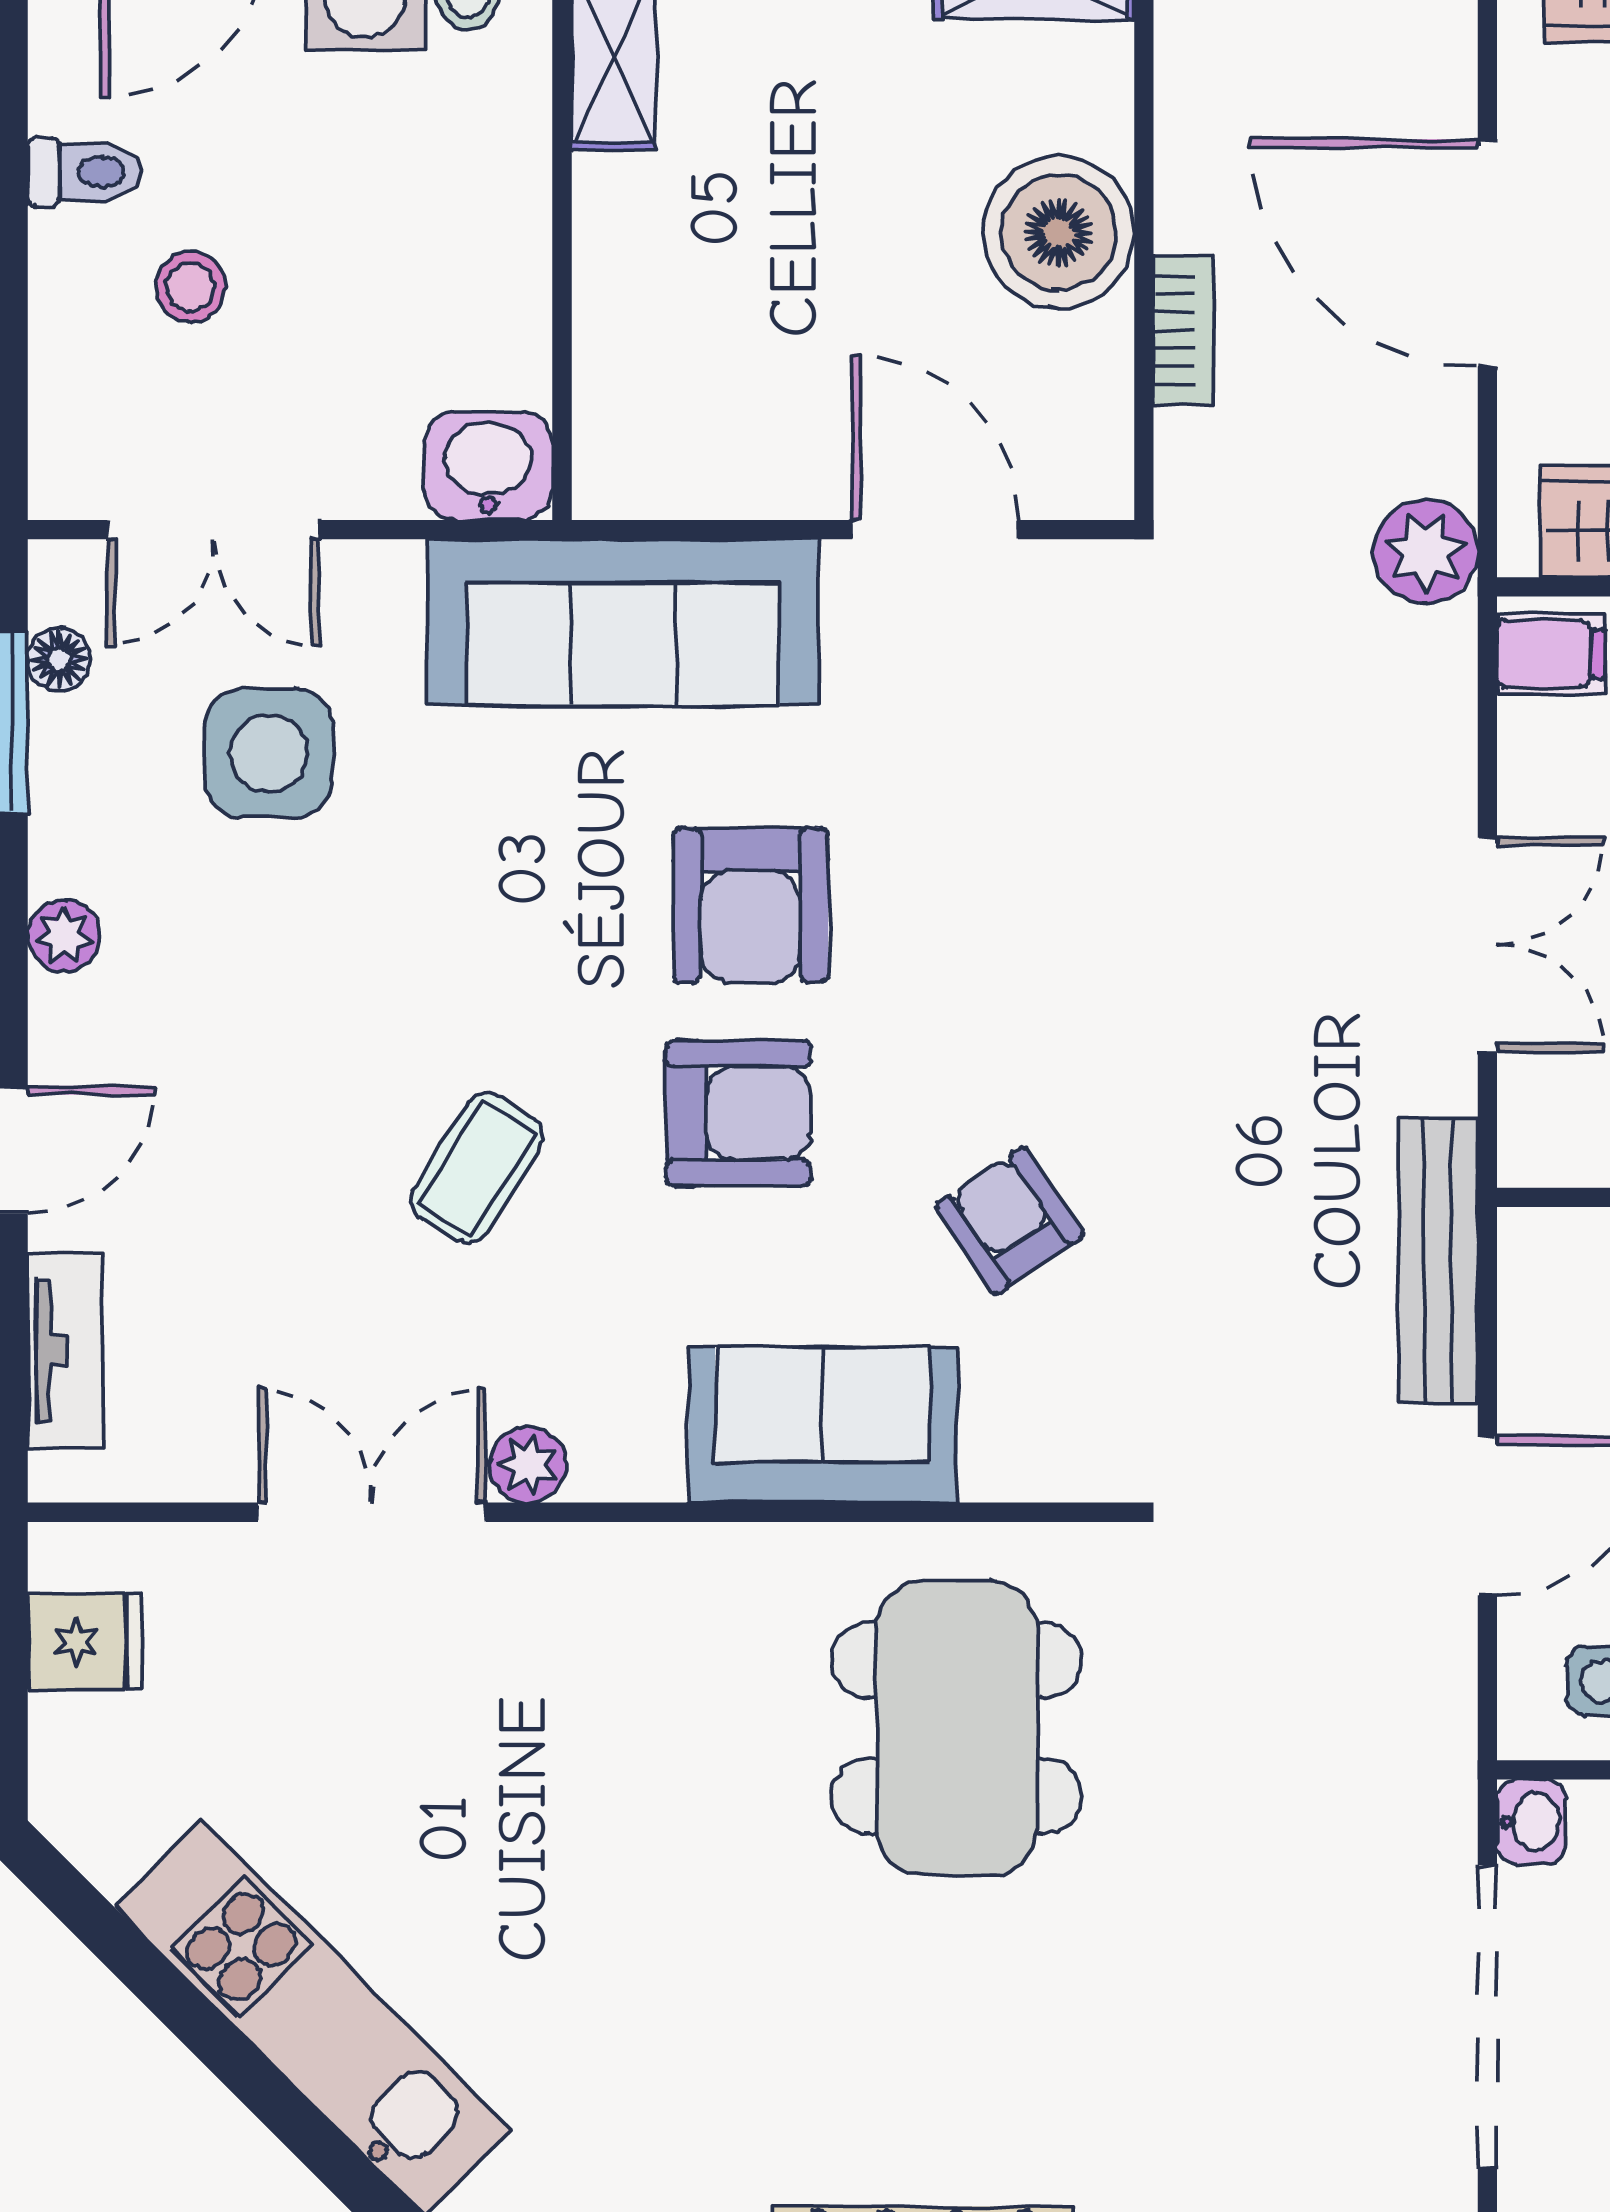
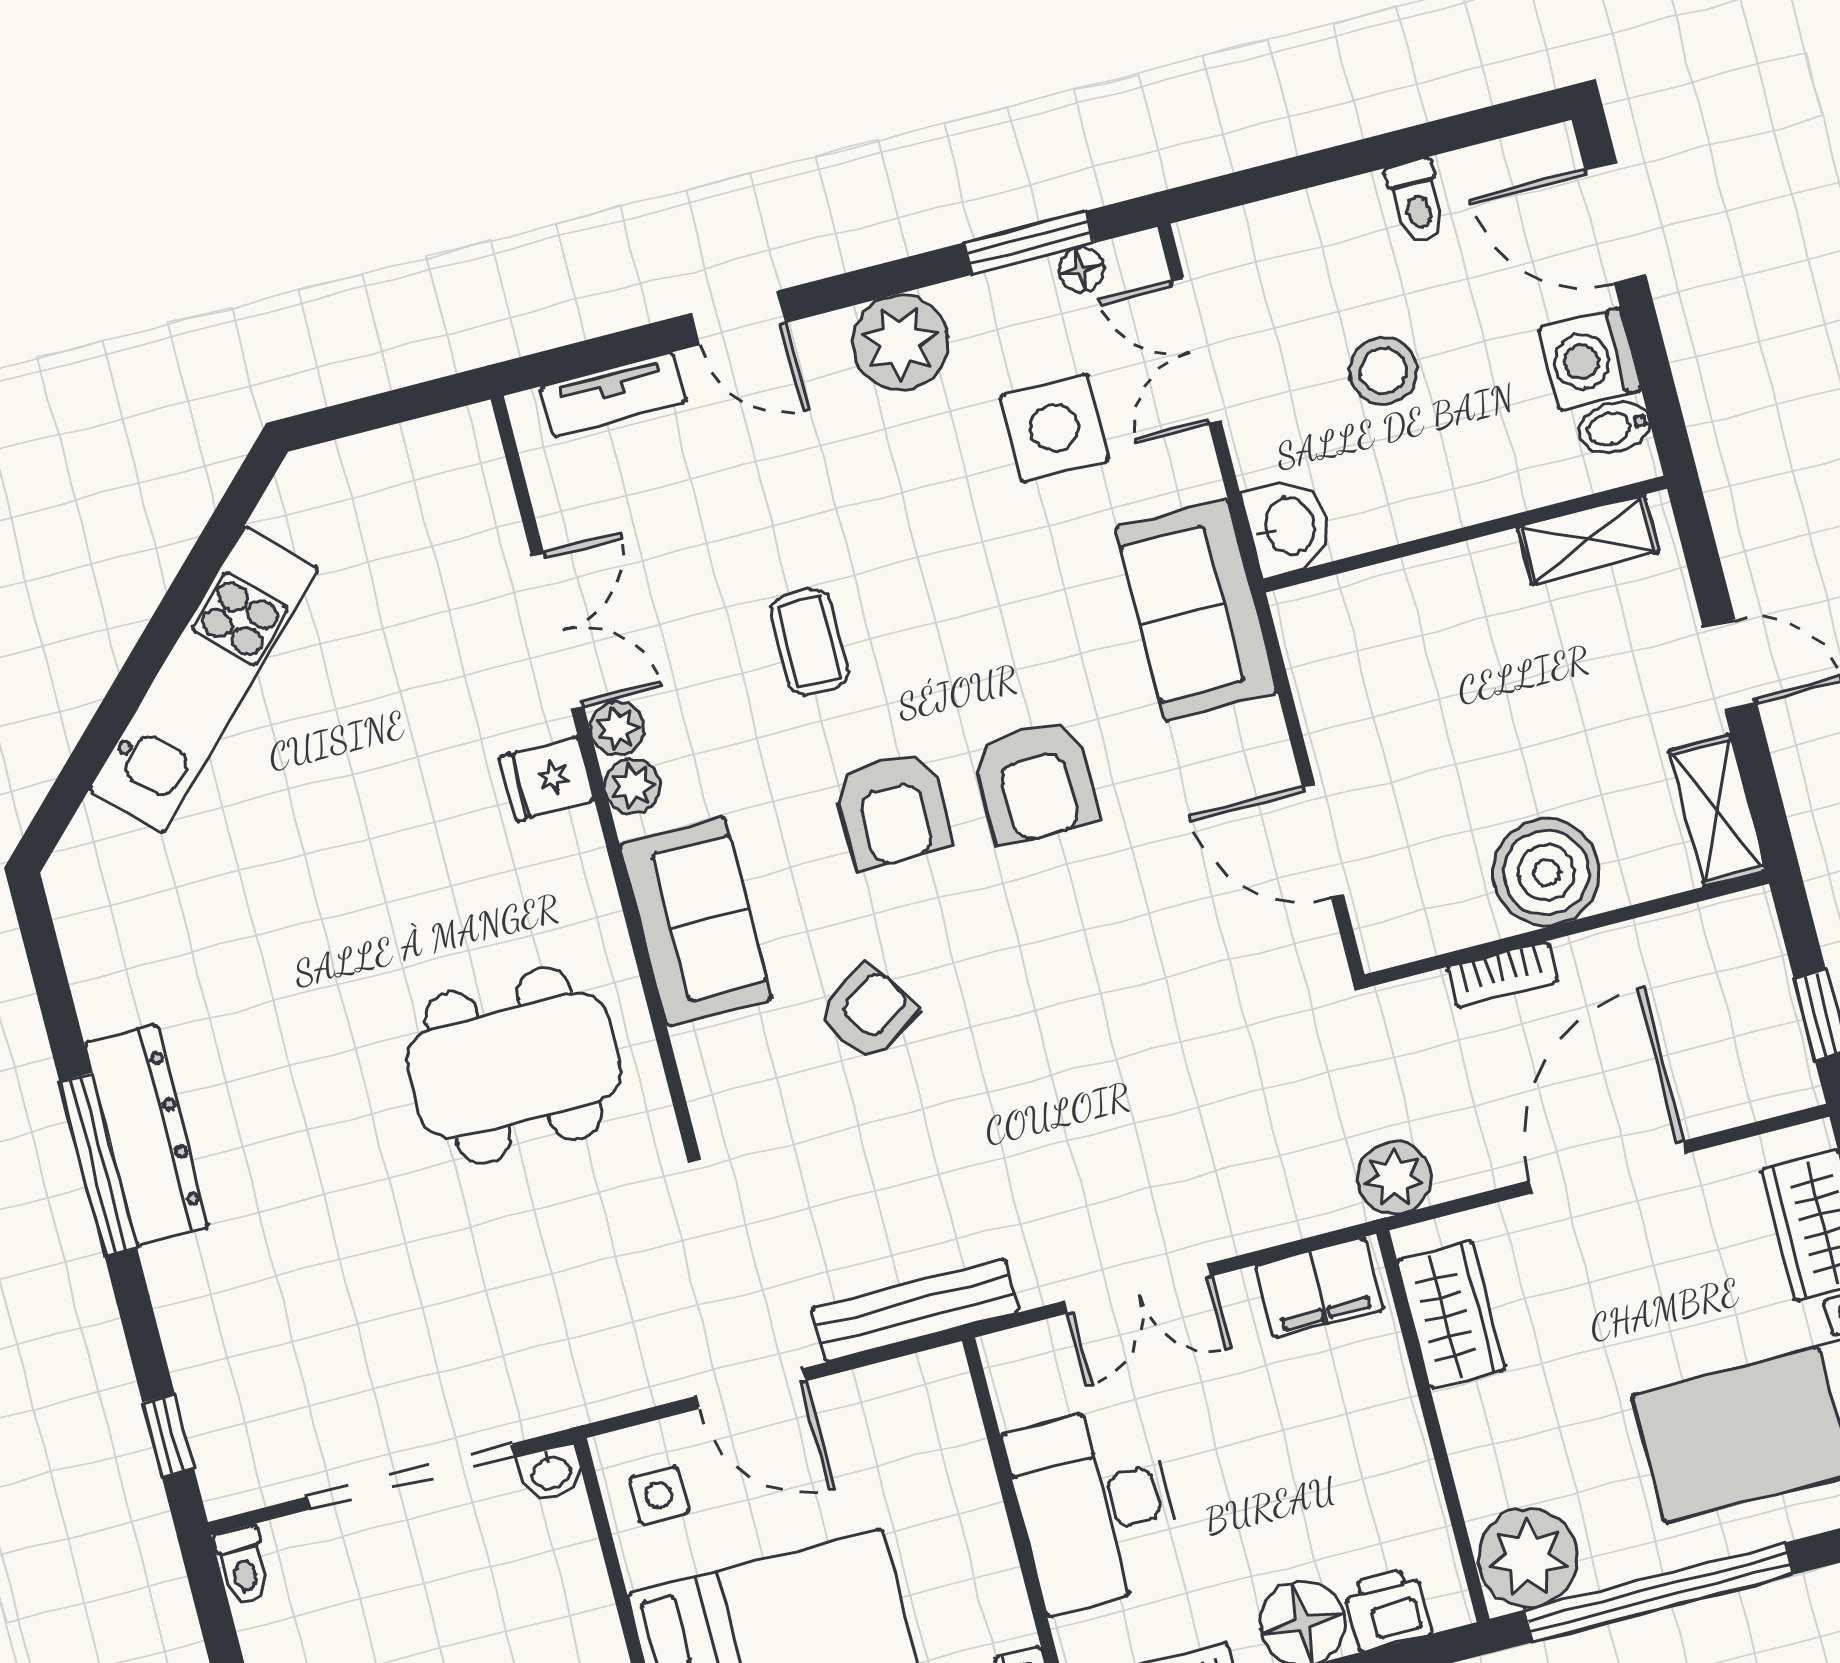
stool: (191, 287) -> (1383, 371), moved, width x1.37, depth x1.37
door: (935, 530) -> (1323, 841), swing flipped
sofa: (623, 622) -> (1196, 610), width x0.73
filing cabinet: (1551, 654) -> (1319, 1288), width x2.00
armchair: (750, 905) -> (1036, 781), turned -90
plant: (64, 936) -> (900, 342), width x1.88, depth x1.88
coffee table: (477, 1168) -> (810, 642), turned 58
plant: (613, 1464) -> (633, 786), added
fridge: (85, 1642) -> (547, 779), moved, turned 90

